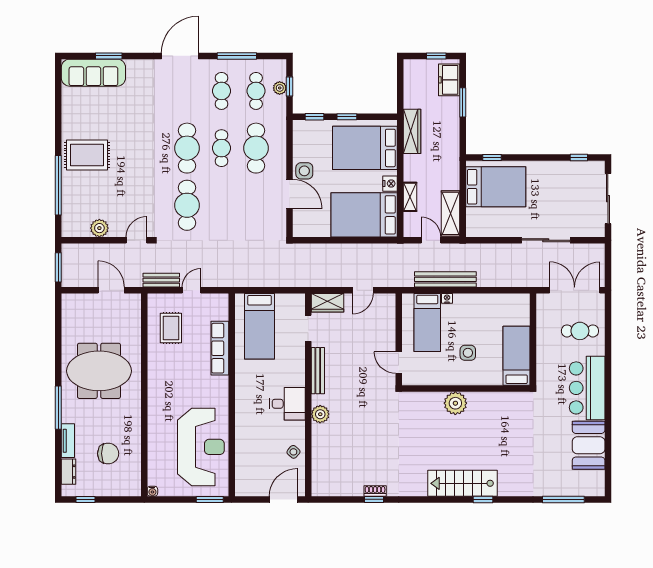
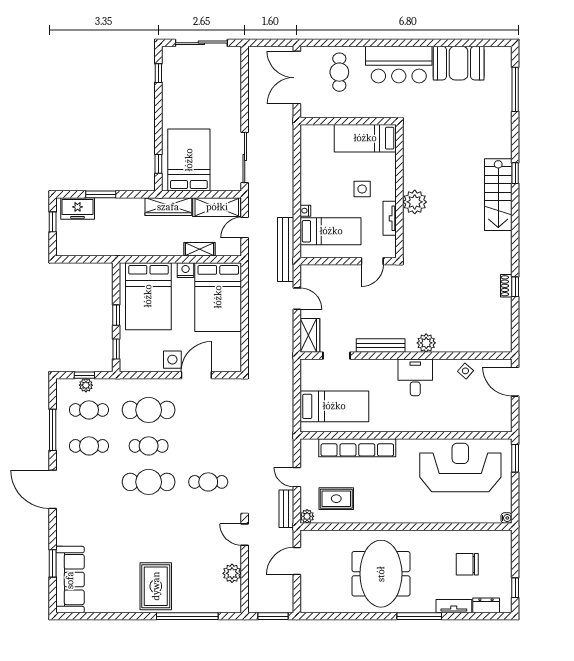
wardrobe: (412, 131) -> (168, 207), moved, turned 180
cafe table: (187, 205) -> (208, 482), width x0.73, depth x0.74
sliding door: (546, 240) -> (245, 158), moved
bench: (445, 279) -> (286, 250), moved
plant: (154, 300) -> (307, 516), added
row of seats: (220, 348) -> (357, 448), width x1.36
tv unit: (440, 379) -> (390, 218), added
chair: (108, 454) -> (467, 564), turned -90

